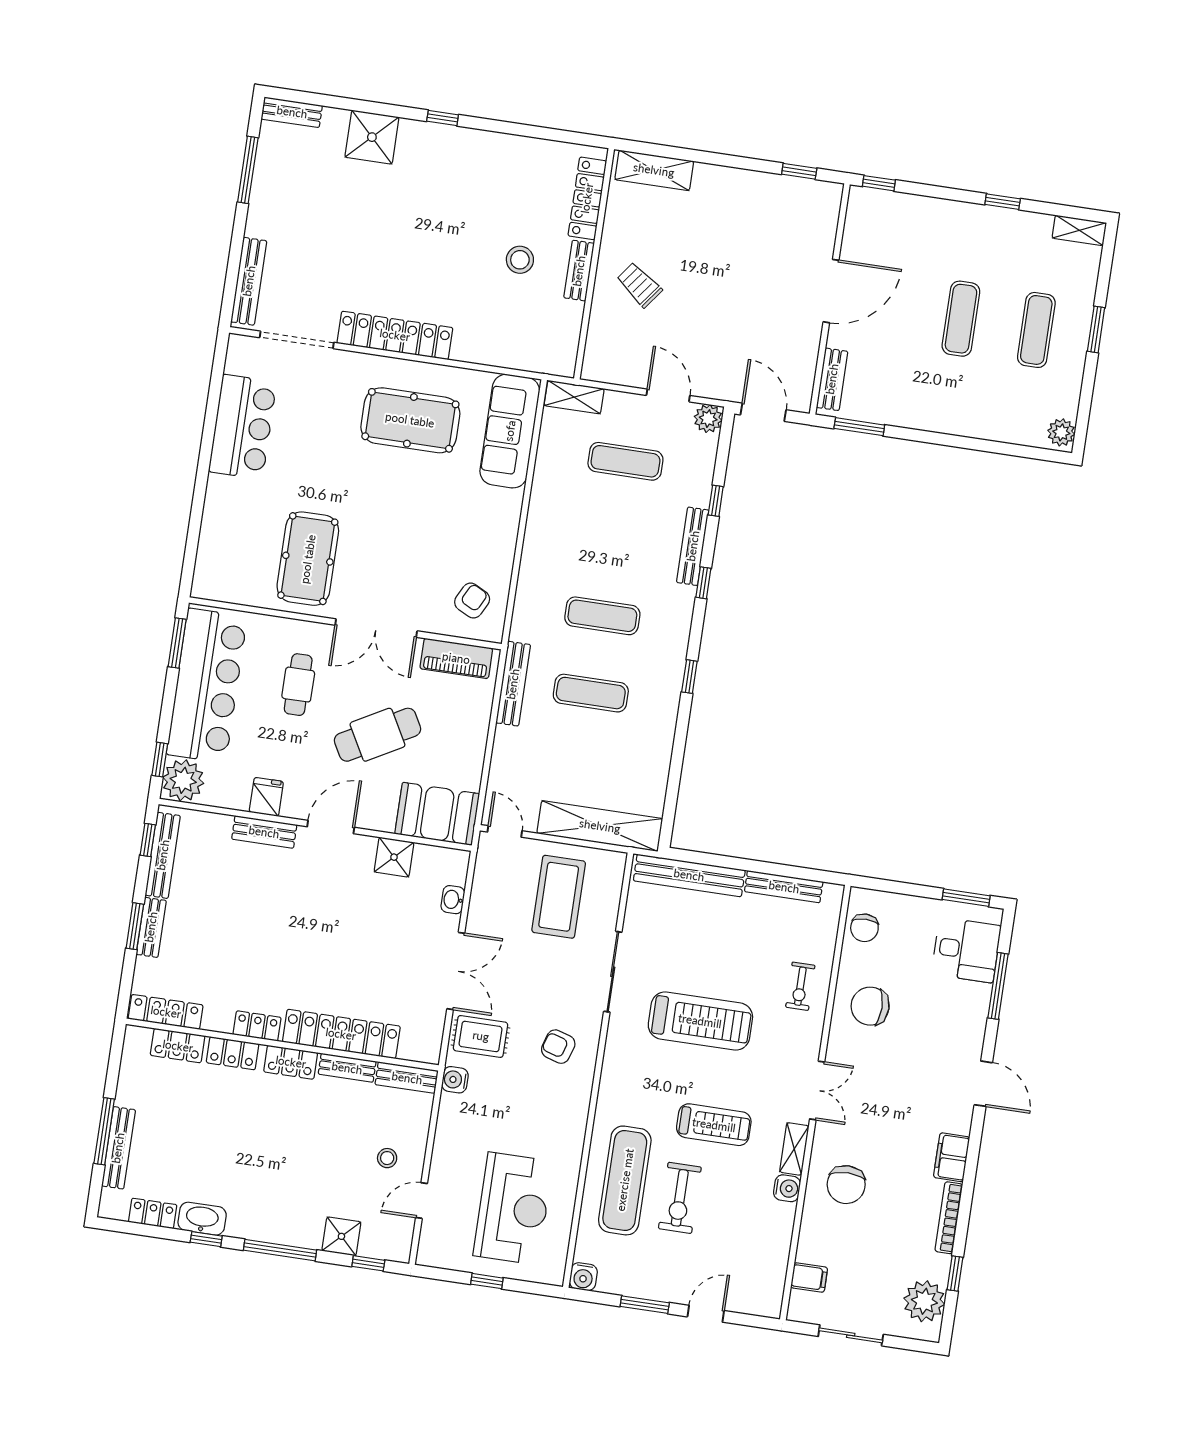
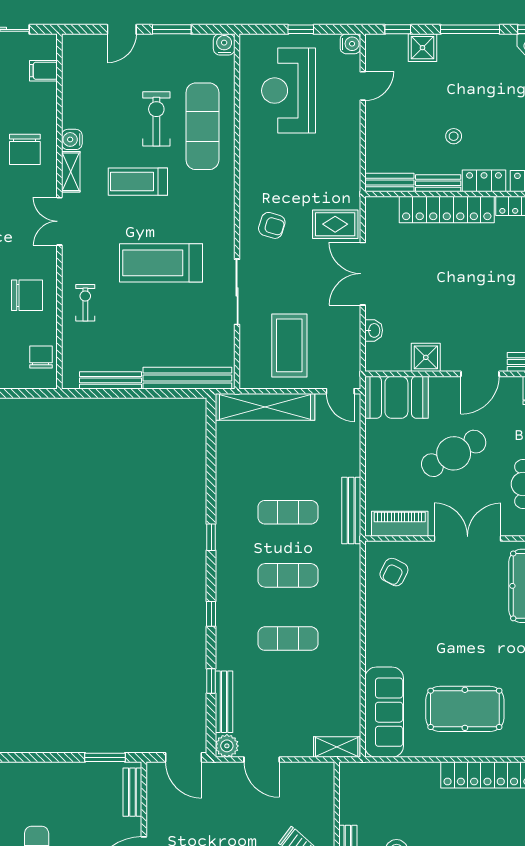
exercise mat: (625, 461) -> (288, 639), moved
bench: (693, 546) -> (224, 702), moved
water cooler: (455, 1080) -> (350, 44), moved
stool: (387, 1158) -> (454, 136), moved
chair: (846, 1185) -> (25, 149), turned 180

